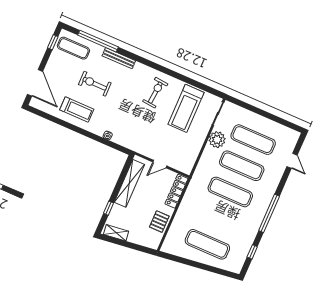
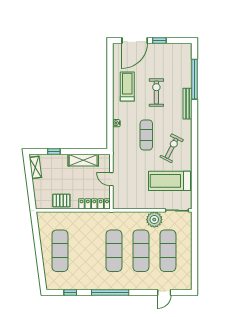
window: (53, 42) -> (159, 40), moved
exercise mat: (73, 48) -> (146, 135), moved
exercise bike: (155, 93) -> (172, 148), turned -68
treadmill: (77, 109) -> (127, 87), turned 180
shelving: (129, 183) -> (83, 160), width x0.68

